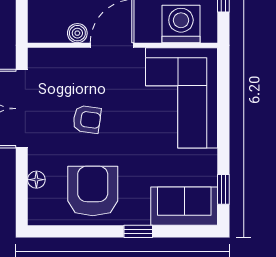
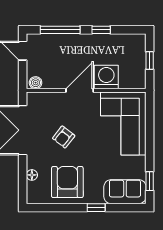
washing machine: (181, 24) -> (106, 77), moved
boiler: (77, 33) -> (36, 83), moved
armchair: (87, 119) -> (64, 137), turned 120

